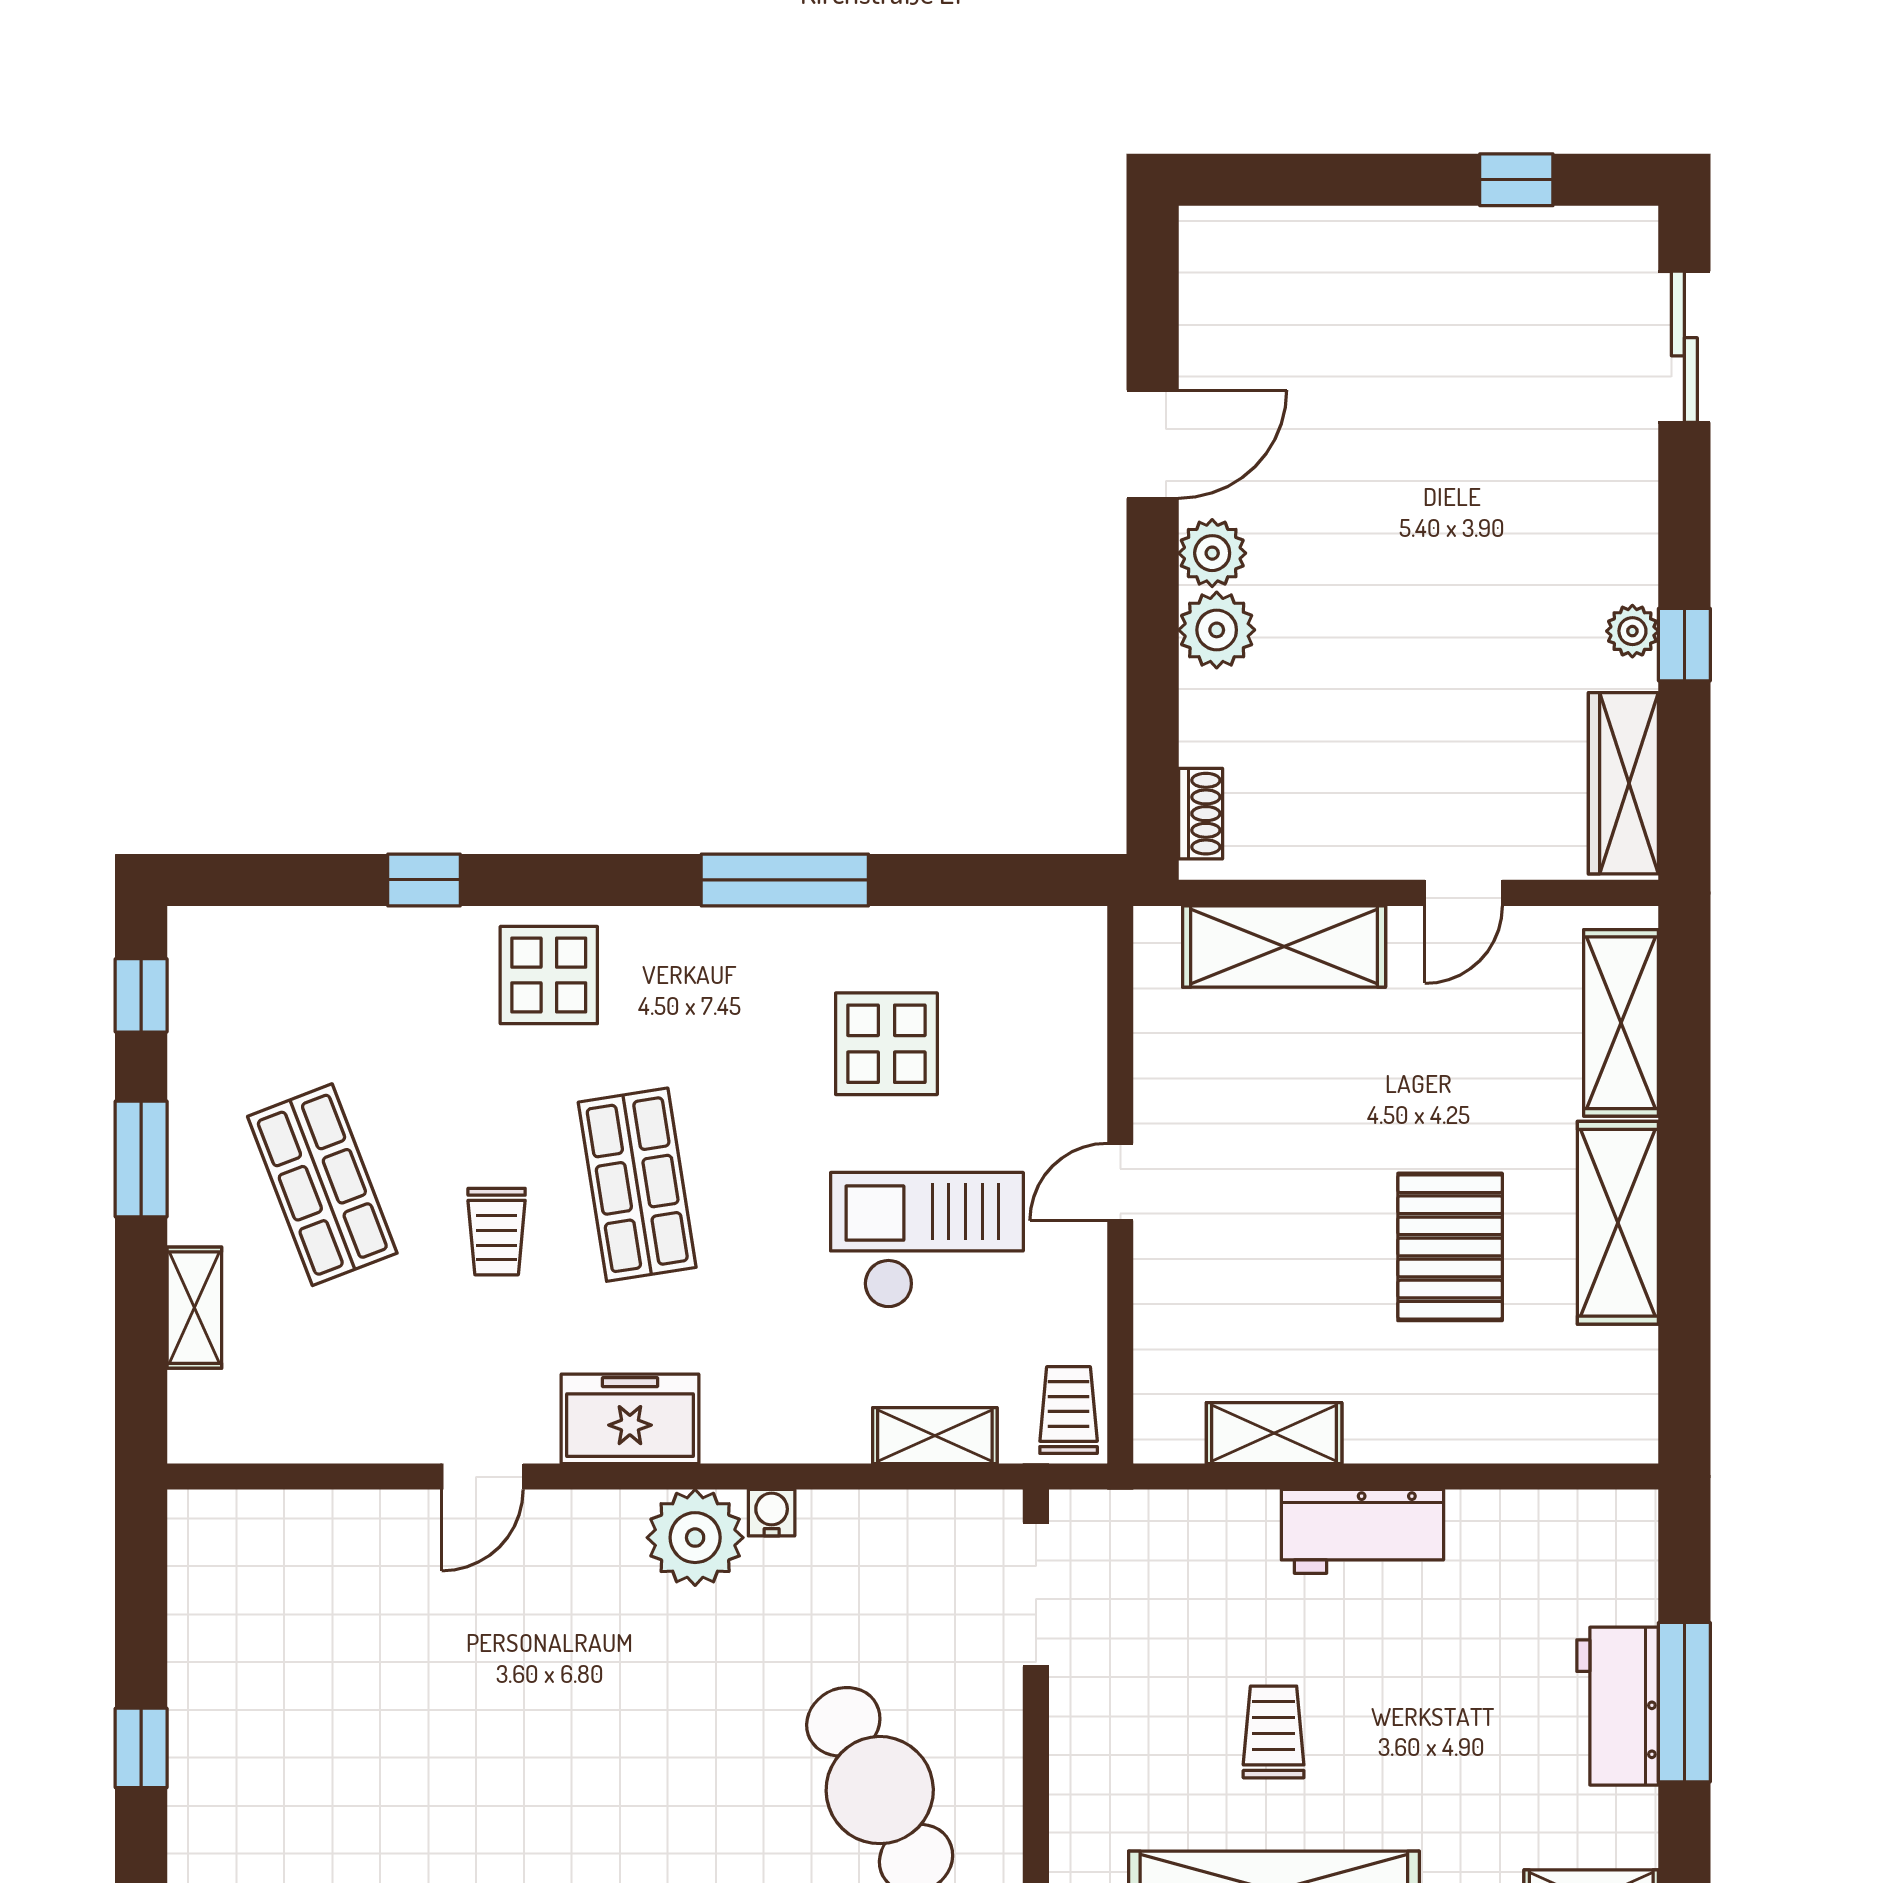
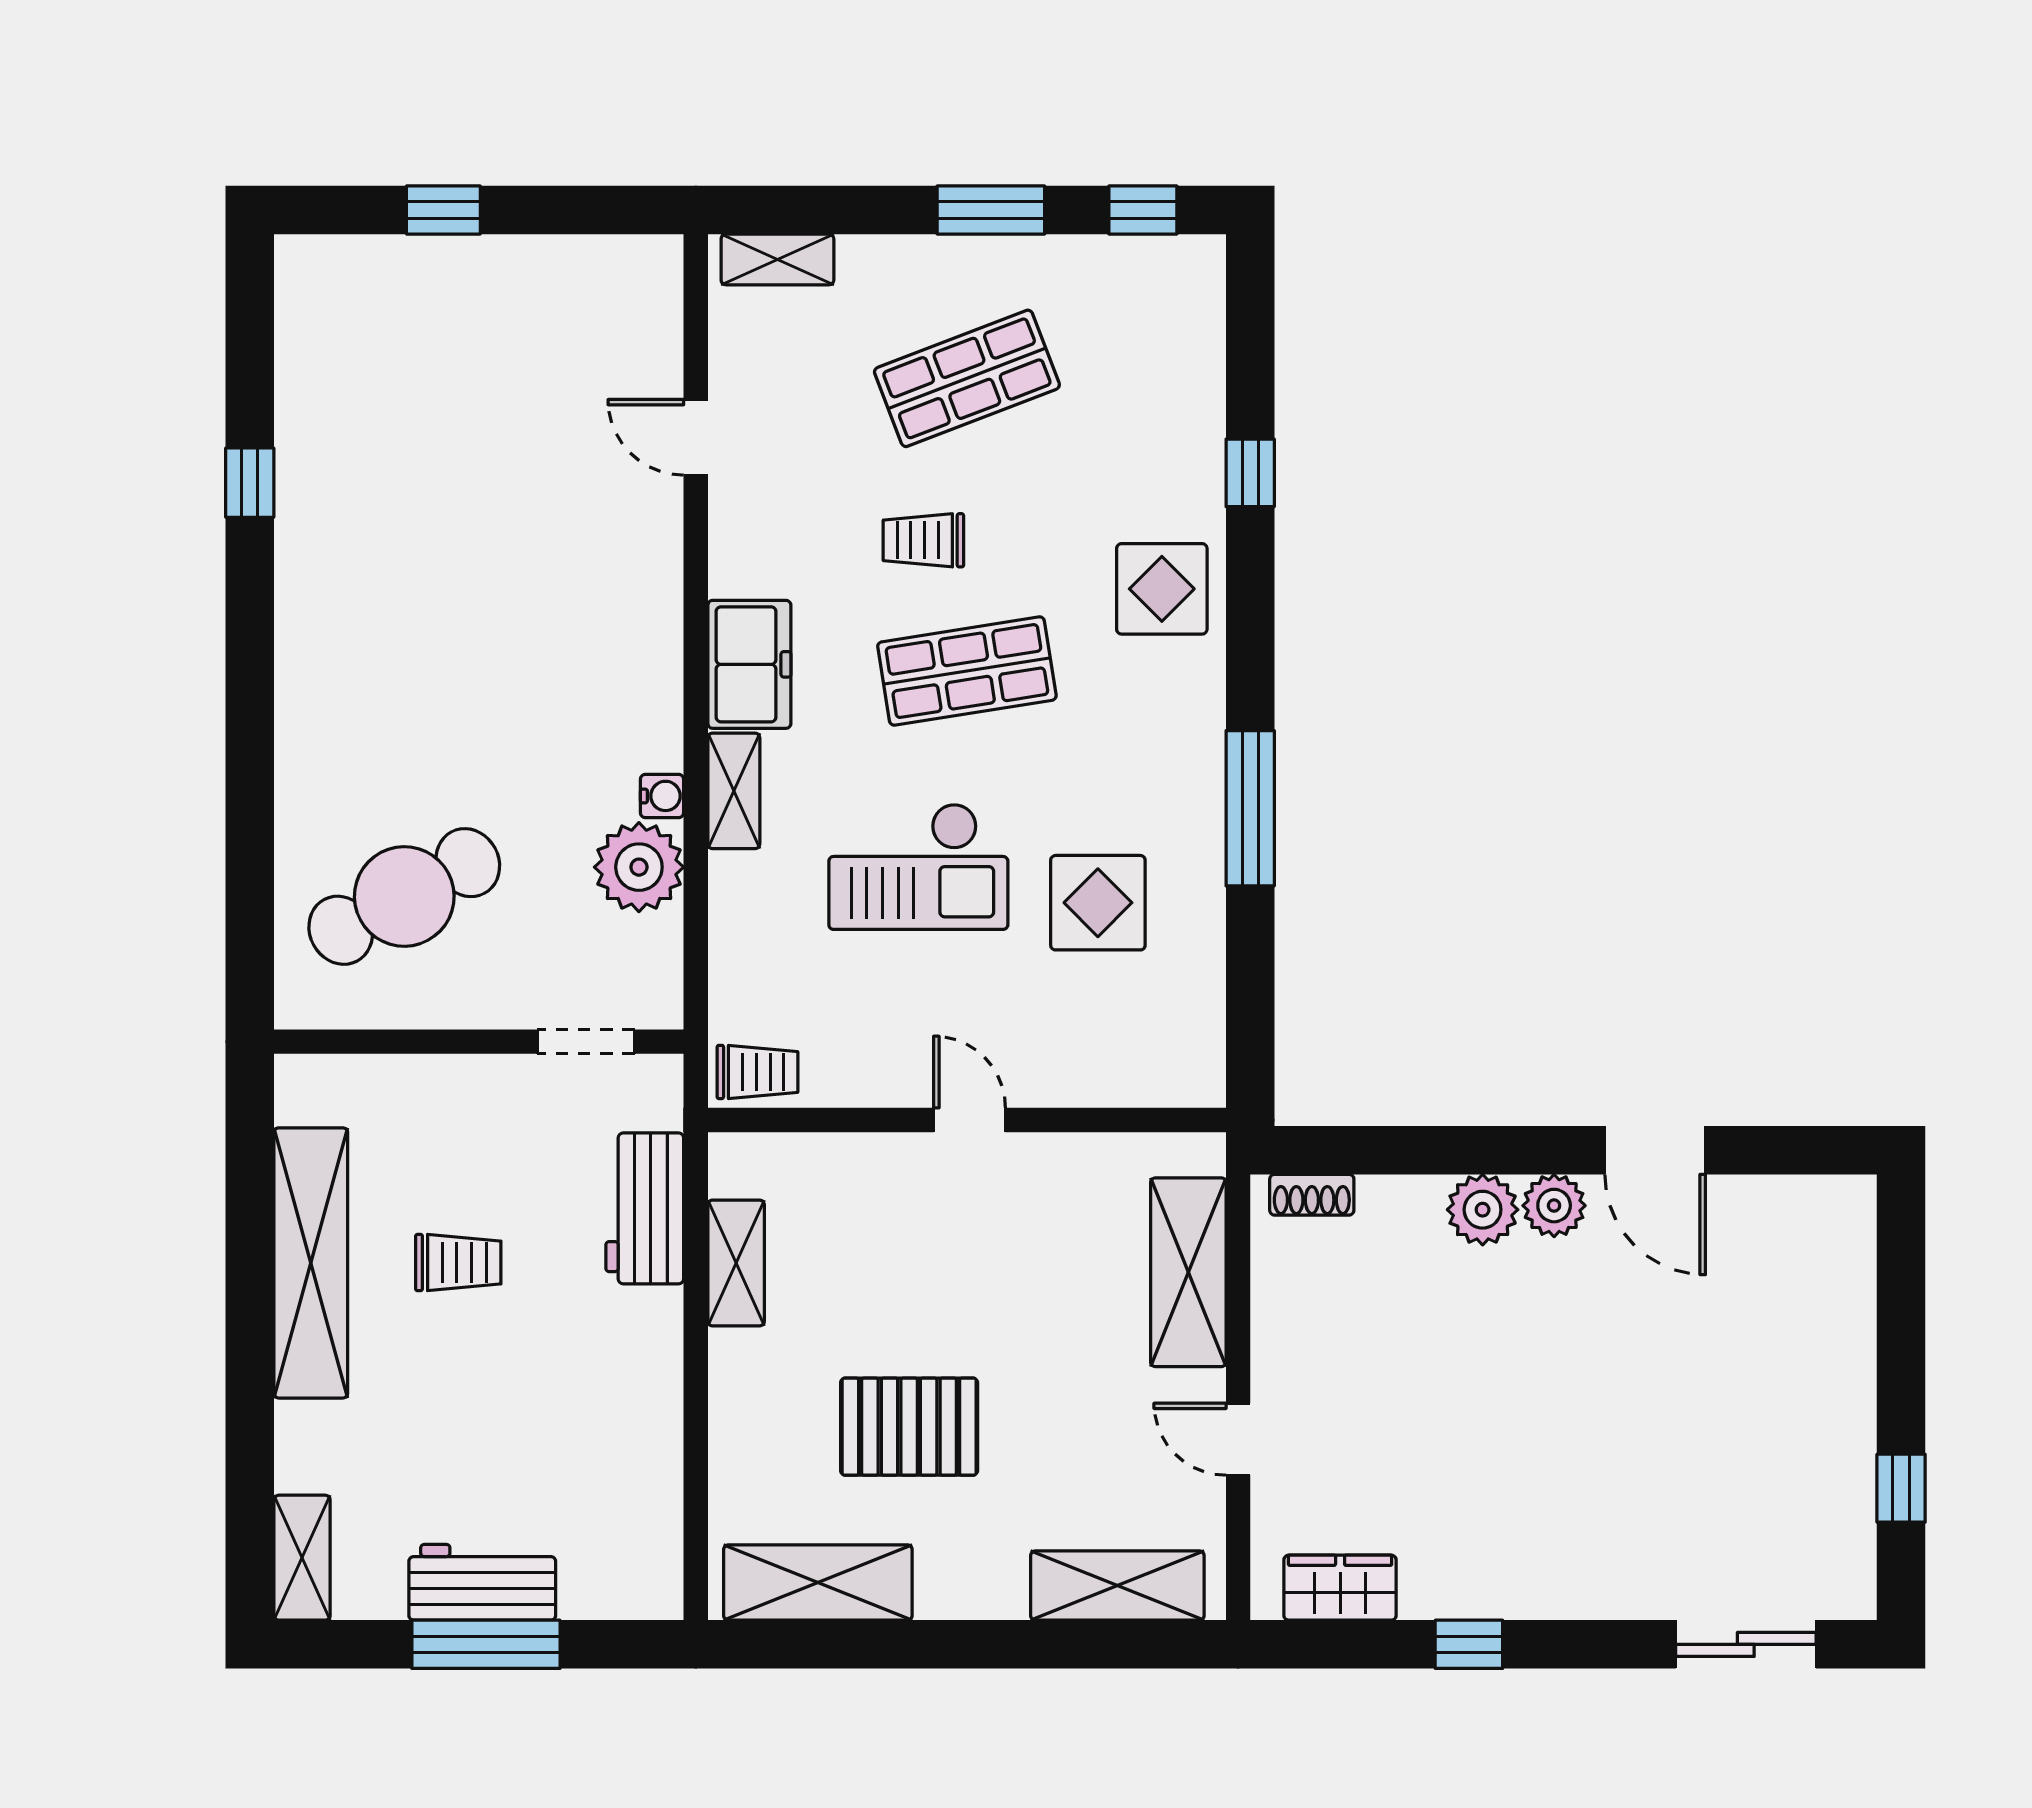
plant: (1632, 631) -> (1481, 1596), removed
wardrobe: (1623, 783) -> (1340, 1588), width x0.67
shelving: (1618, 1223) -> (818, 1583), moved
checkout: (927, 1240) -> (918, 867), moved, turned 90
shelving: (194, 1308) -> (777, 259), moved
shelving: (935, 1436) -> (734, 791), moved
door: (482, 1477) -> (696, 437), moved
workbench: (1362, 1531) -> (645, 1208), moved
plant: (695, 1538) -> (639, 867), moved
doorway: (1036, 1595) -> (586, 1042), width x0.73

